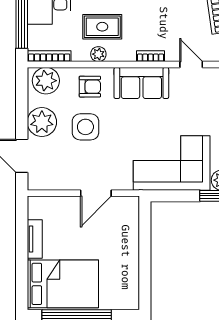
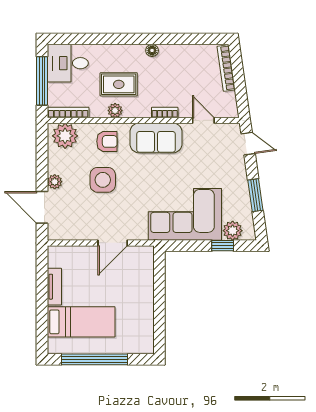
plant: (42, 122) -> (55, 182), width x0.53, depth x0.53
bed: (63, 284) -> (81, 322), width x0.67

